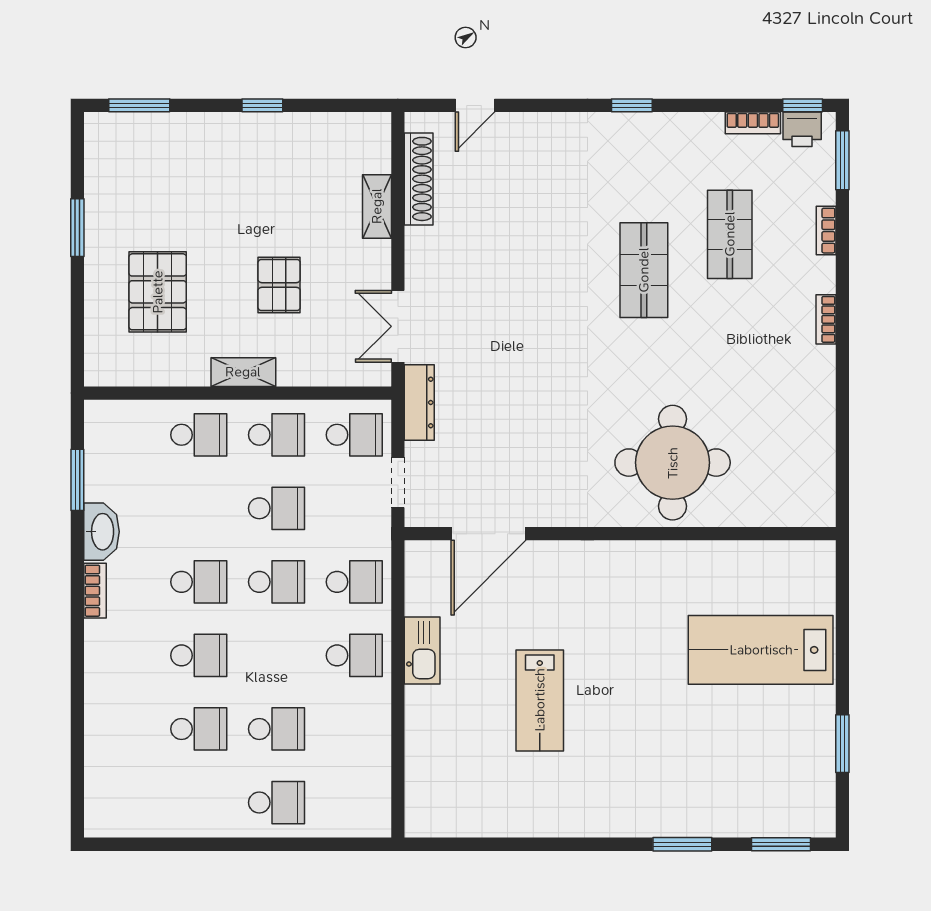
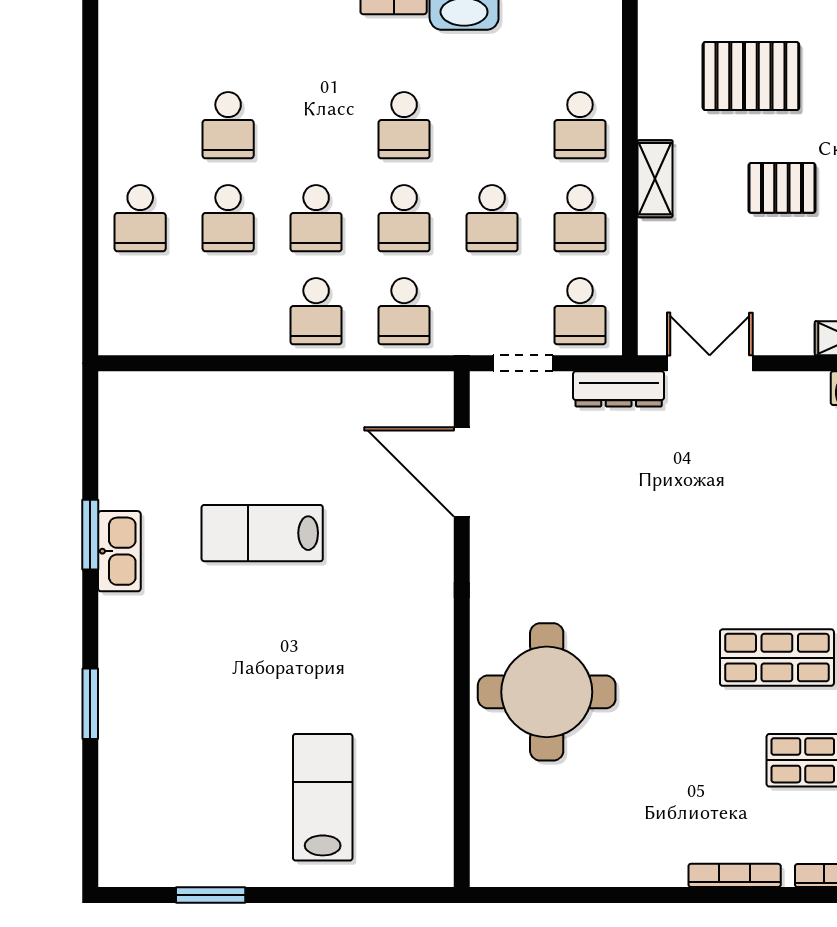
pallet: (279, 285) -> (782, 188), moved
bookcase: (826, 319) -> (735, 875), width x1.56
lab bench: (761, 650) -> (323, 797), width x0.73, depth x0.72
kitchen sink: (422, 651) -> (119, 551), moved, turned -90
school desk: (199, 655) -> (316, 218), moved
window: (781, 844) -> (90, 535), moved

